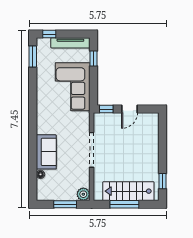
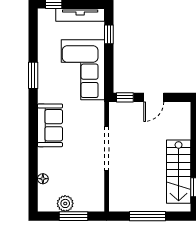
window: (33, 56) -> (33, 75), moved
sofa: (46, 152) -> (50, 125), moved
stairs: (128, 191) -> (179, 172), moved, turned -90
plant: (83, 194) -> (65, 203), moved

